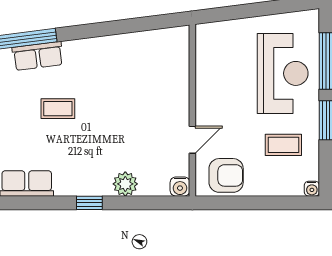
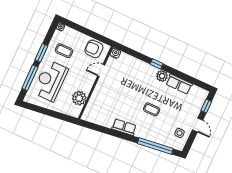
row of seats: (38, 56) -> (124, 127), moved
plant: (211, 65) -> (79, 98), added
plant: (125, 184) -> (162, 76), moved

